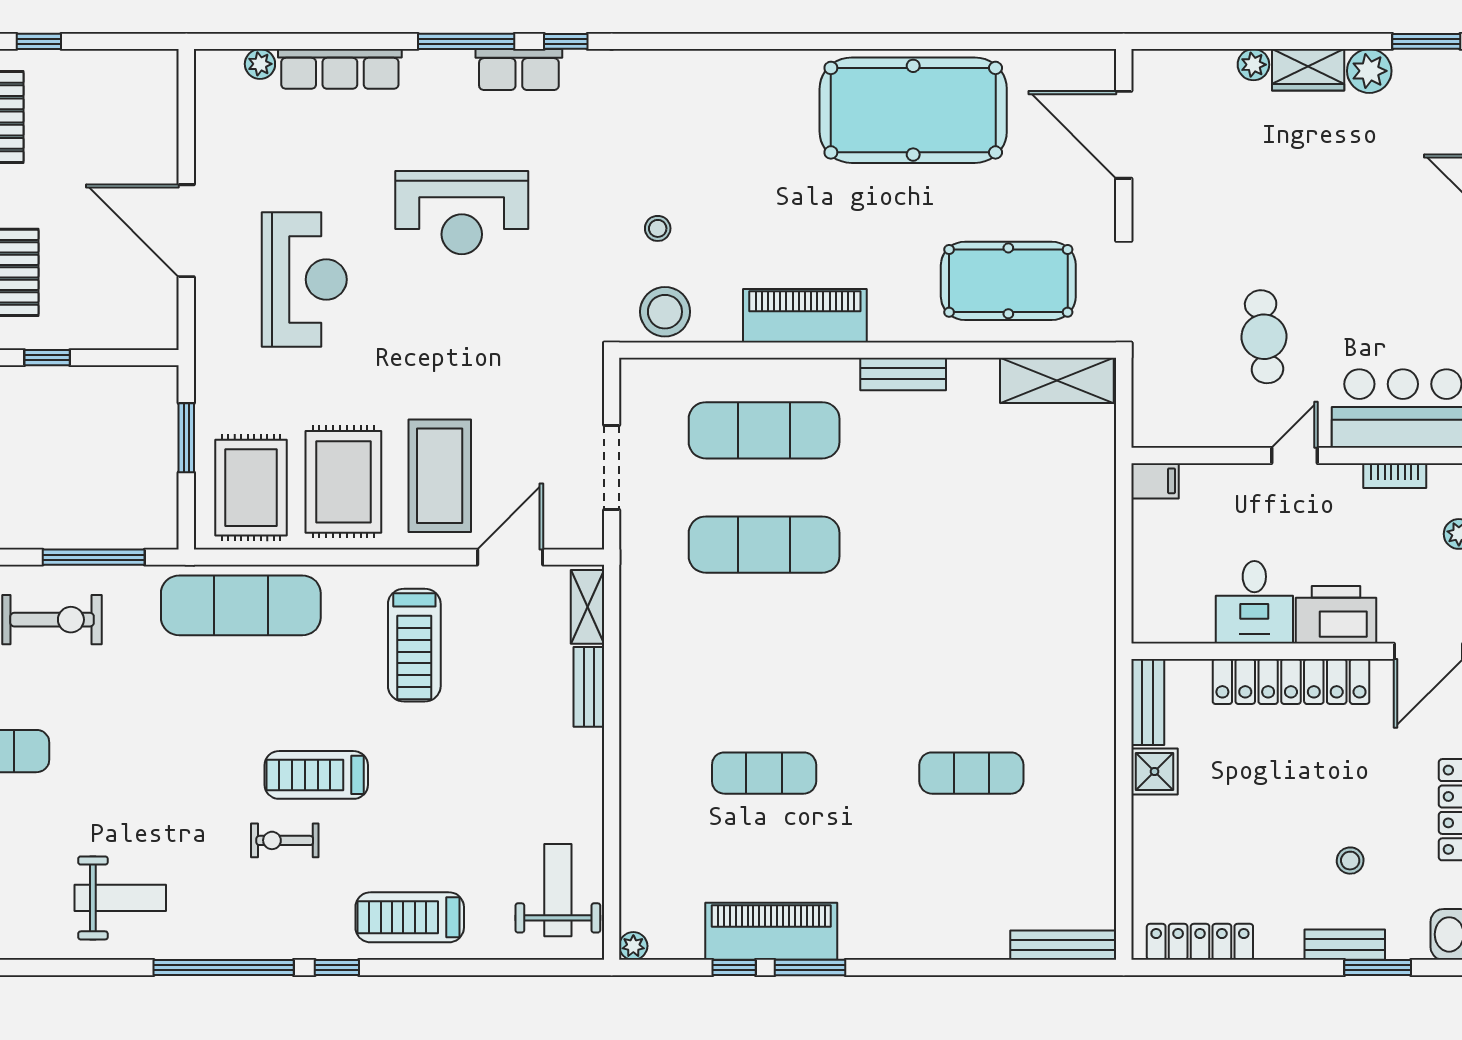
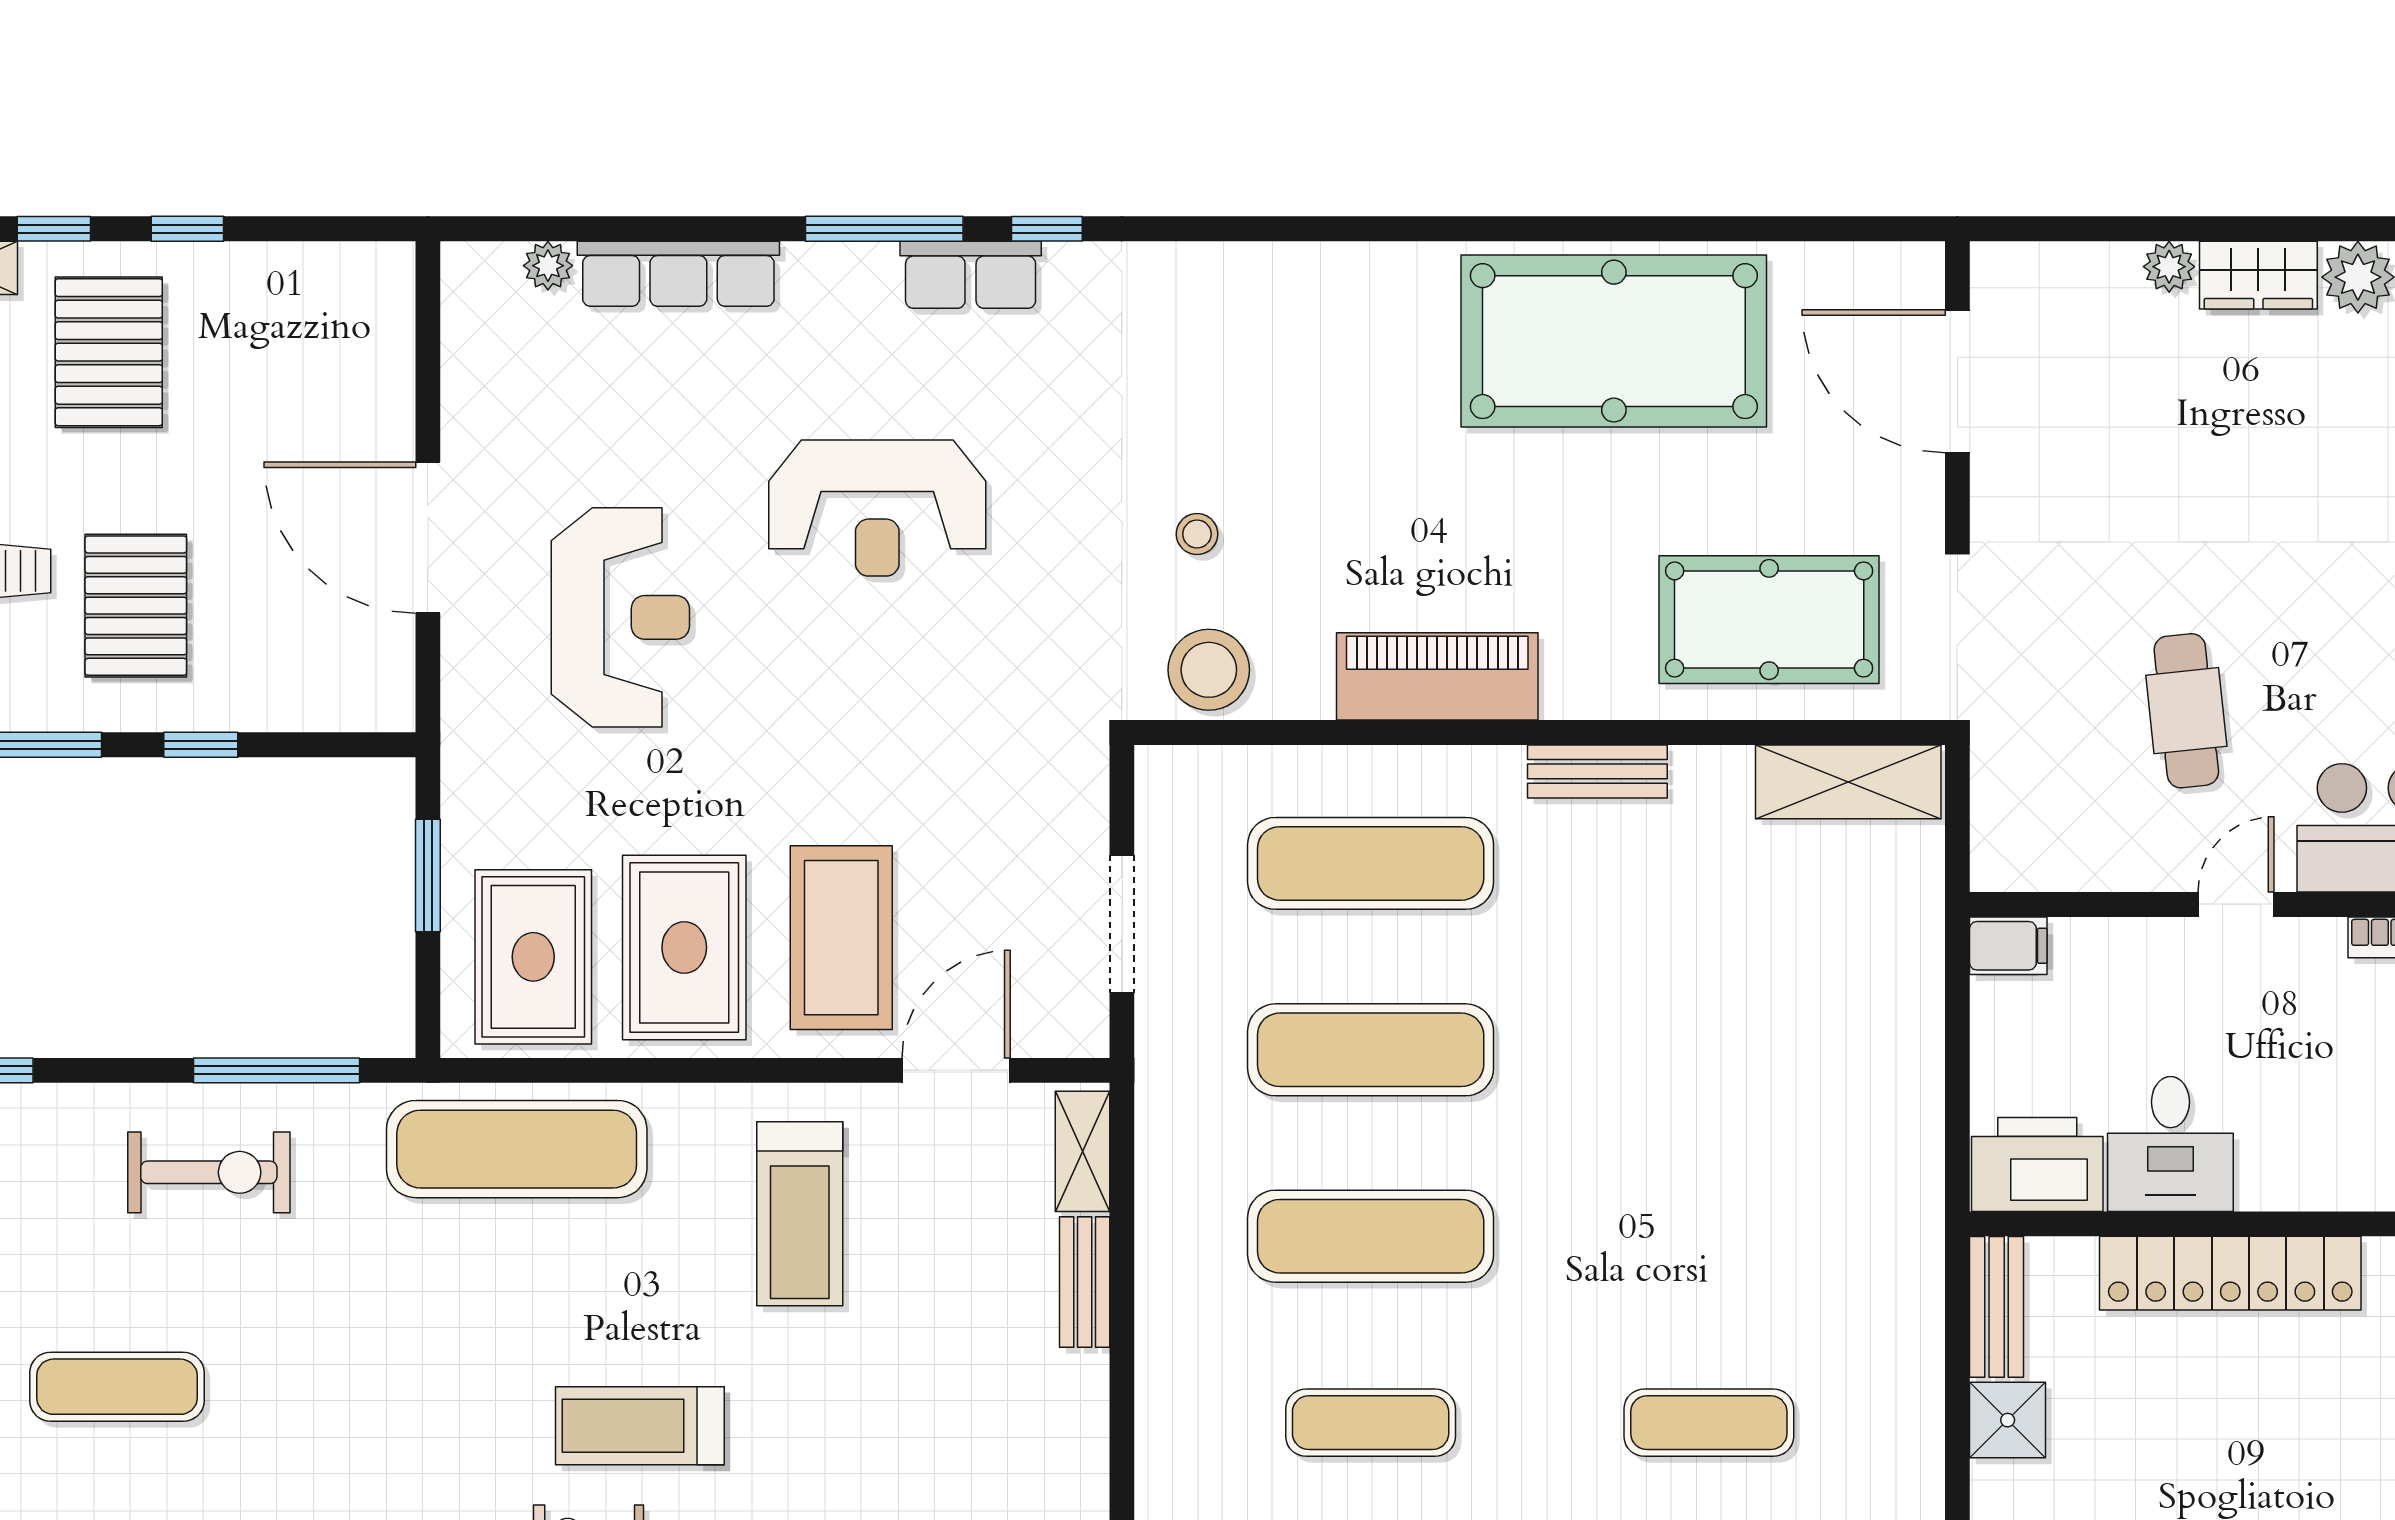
printer: (1336, 615) -> (2037, 1165), moved
exercise mat: (764, 659) -> (1371, 1236), added

